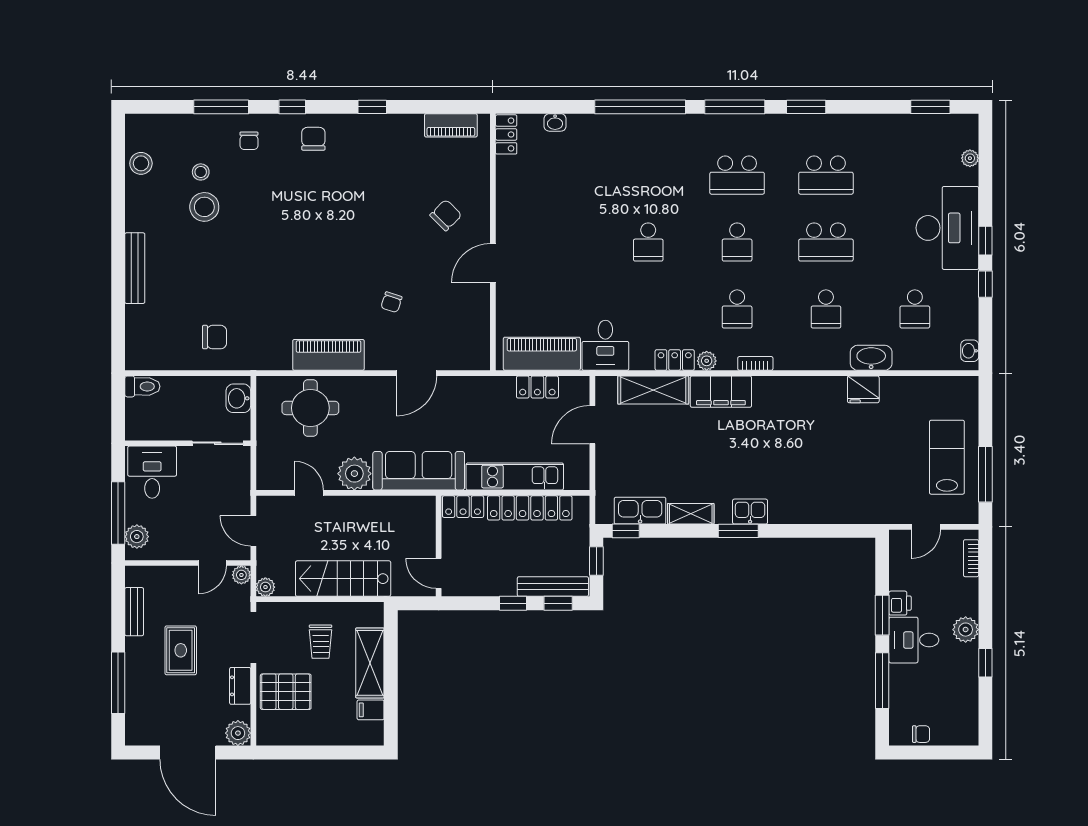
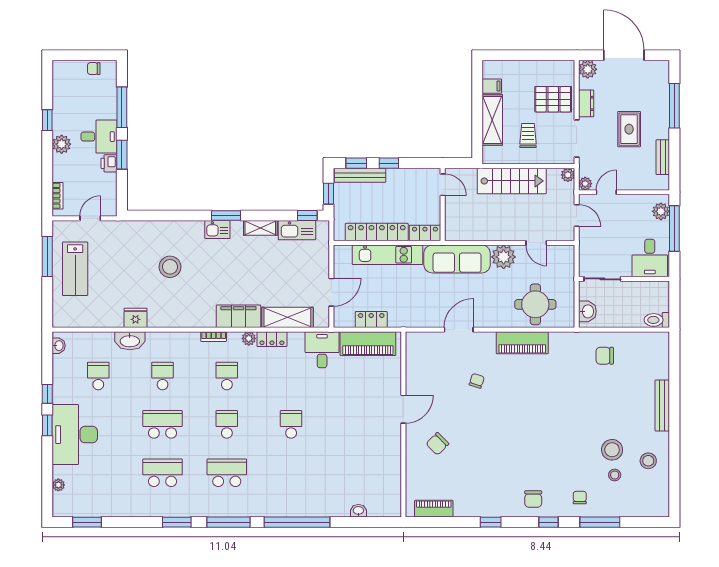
locker: (506, 134) -> (394, 502), removed
stool: (141, 163) -> (648, 461), moved
stool: (816, 460) -> (170, 267), added

